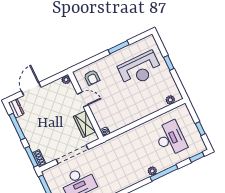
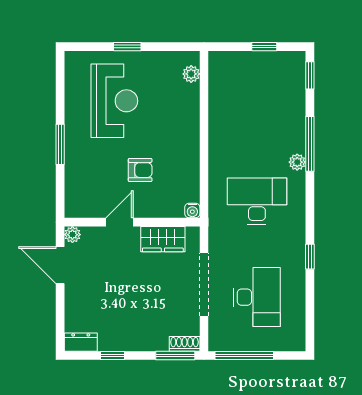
window: (119, 47) -> (60, 144), moved
armchair: (92, 77) -> (140, 170), moved
door: (31, 89) -> (60, 265), moved
window: (17, 127) -> (113, 355), width x0.46
desk: (171, 139) -> (257, 201), moved

